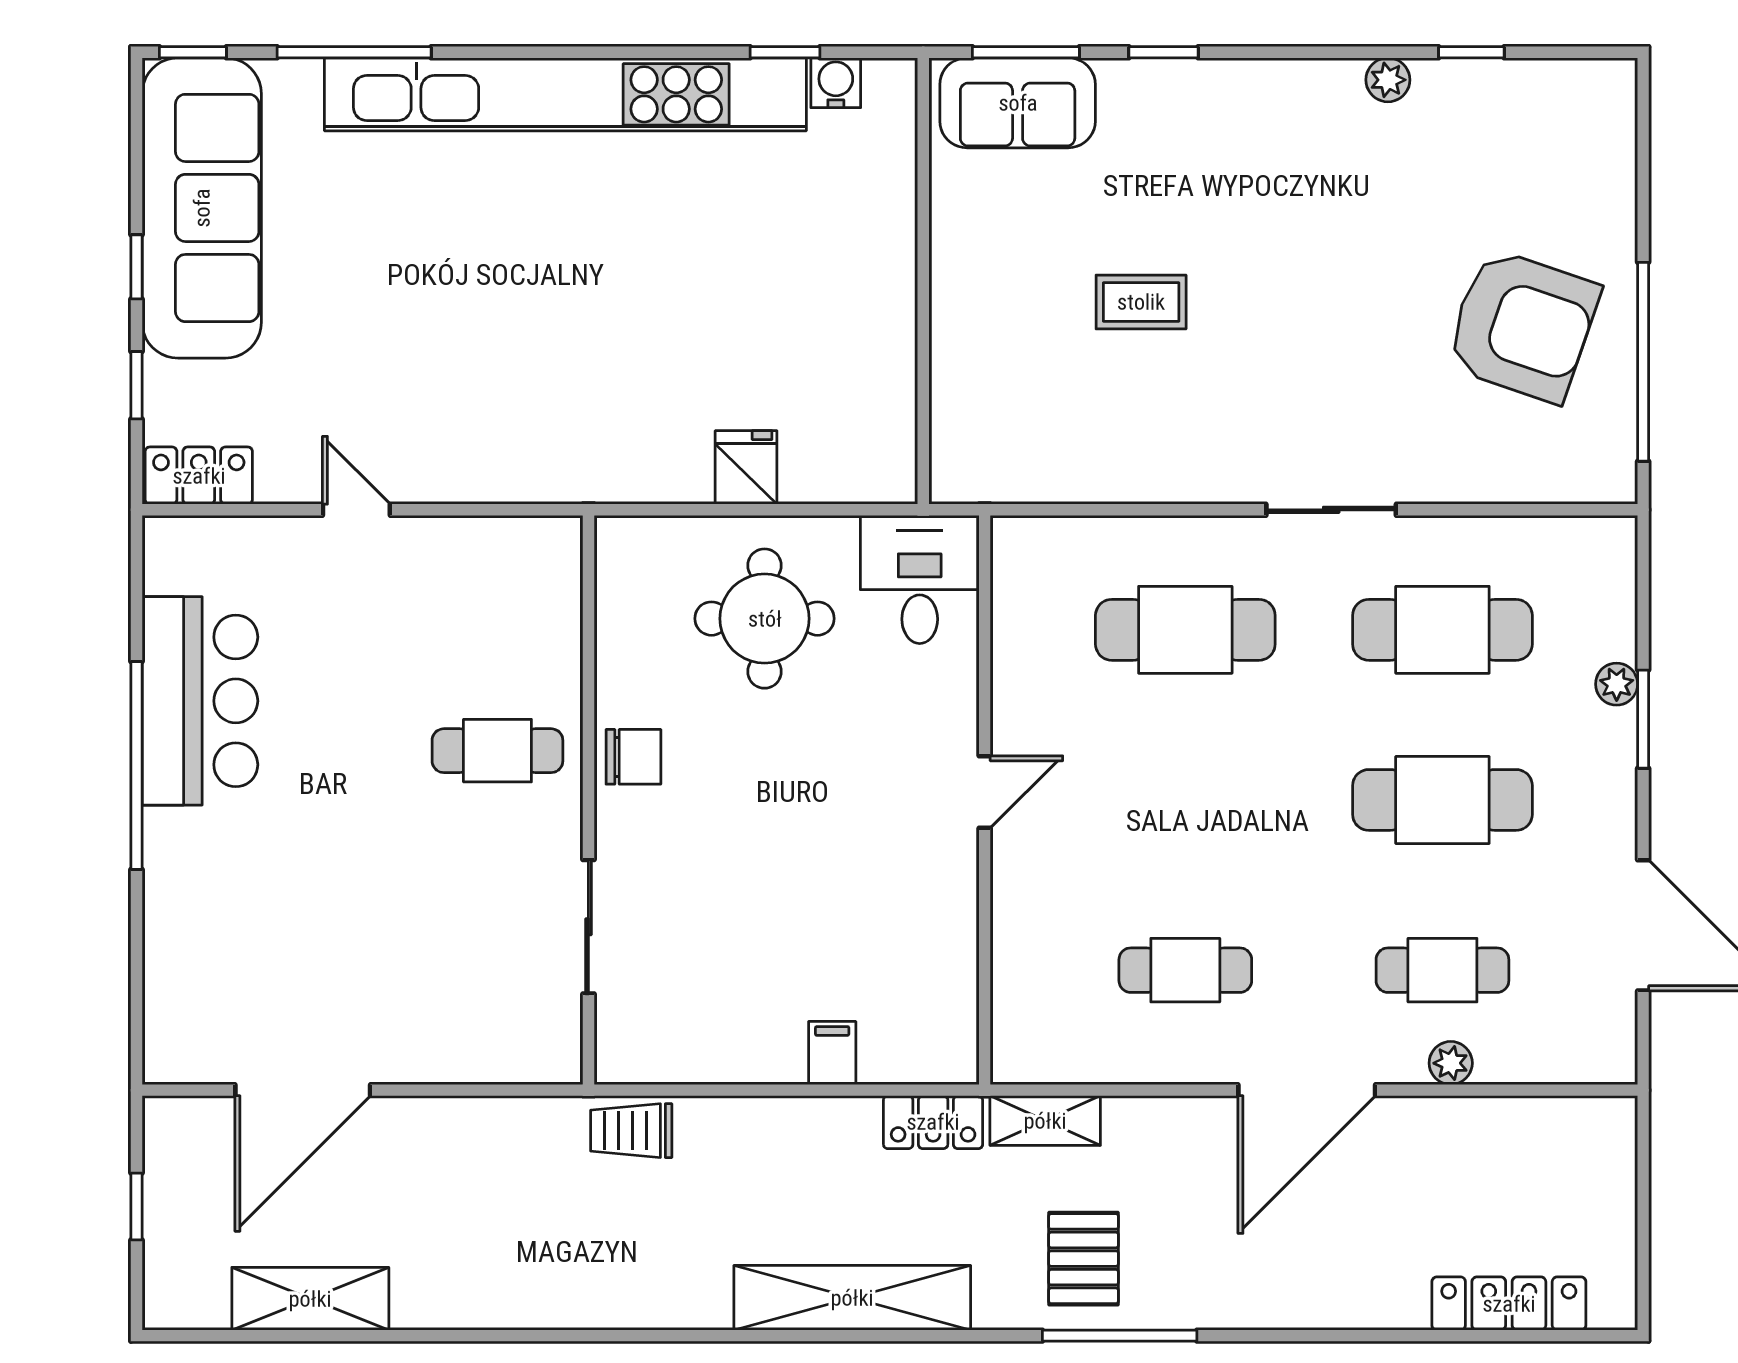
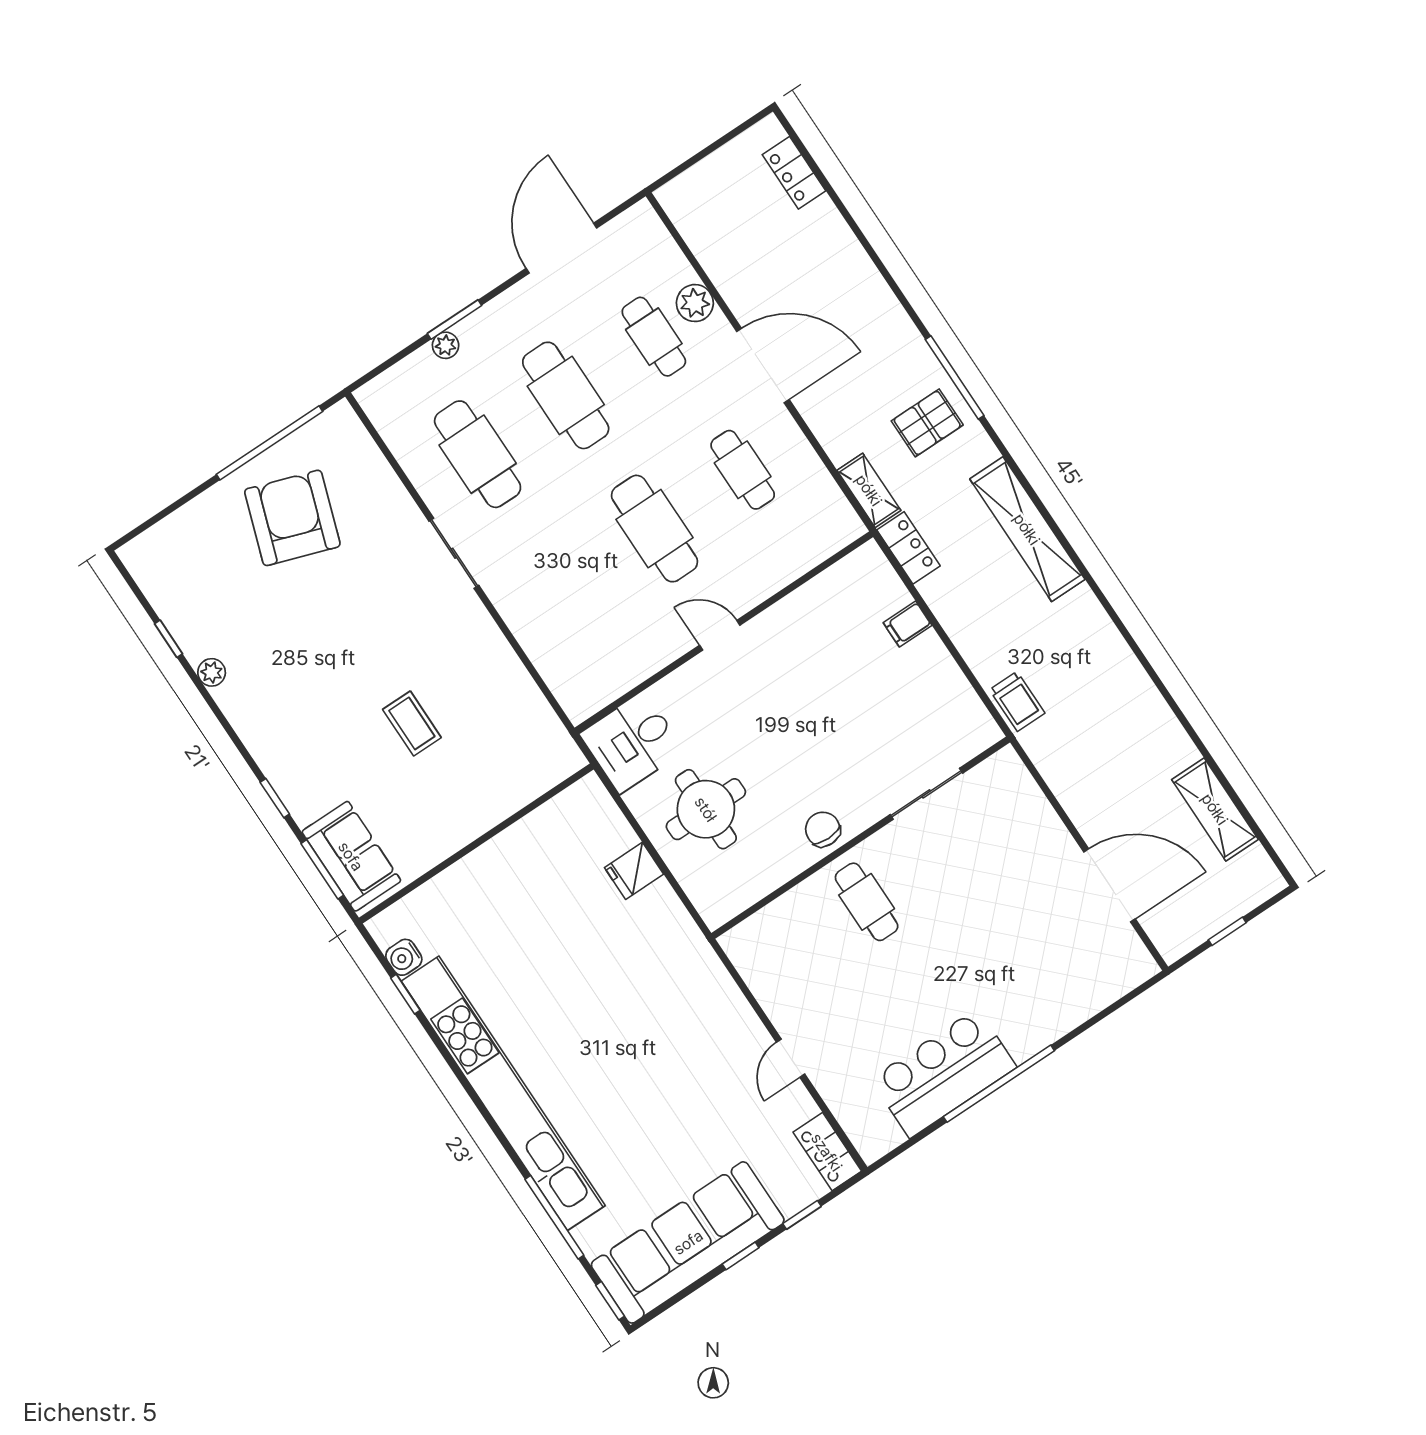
cafe table: (1185, 630) -> (655, 529), moved
plant: (1451, 1063) -> (695, 303), width x1.38, depth x1.38
locker: (1509, 1304) -> (794, 173), width x0.66

